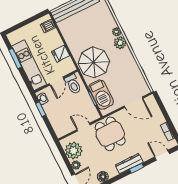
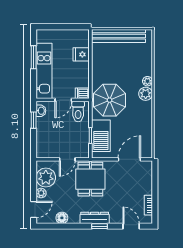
dishwasher: (48, 26) -> (82, 93), moved
fridge: (61, 54) -> (81, 54), moved
door: (134, 102) -> (129, 159), swing flipped
door: (83, 127) -> (67, 159), swing flipped

